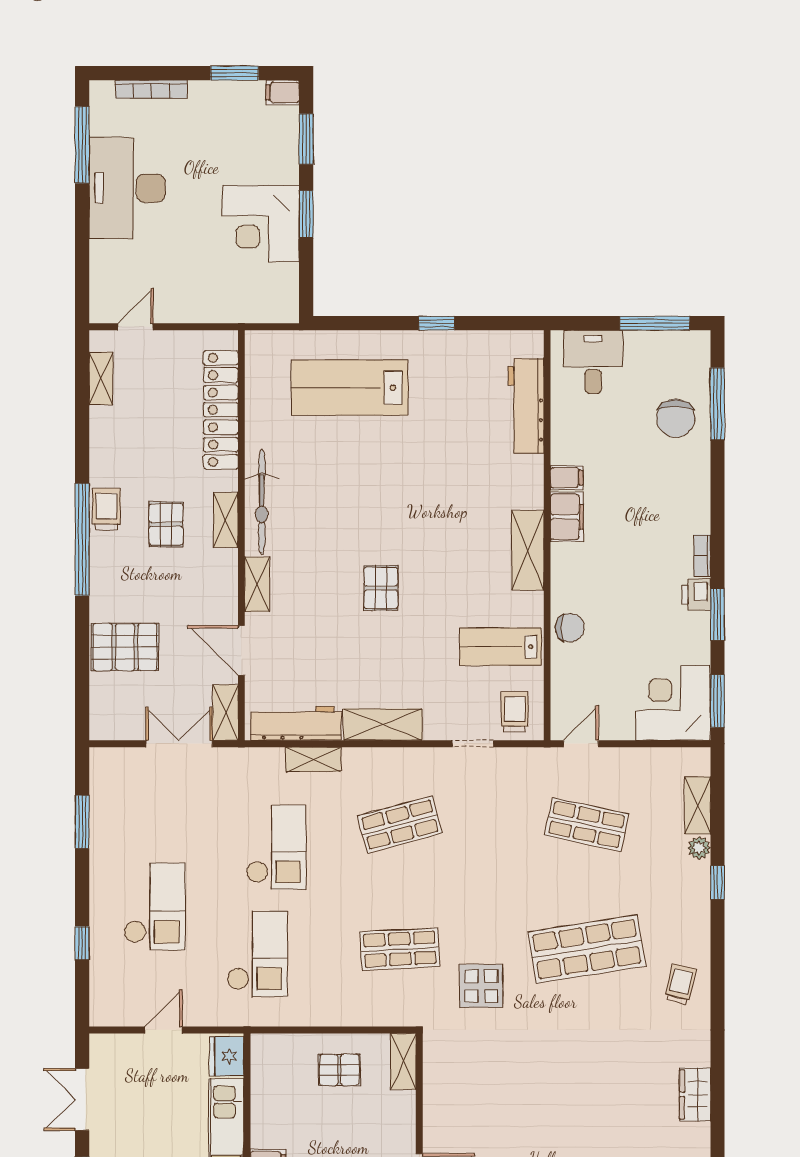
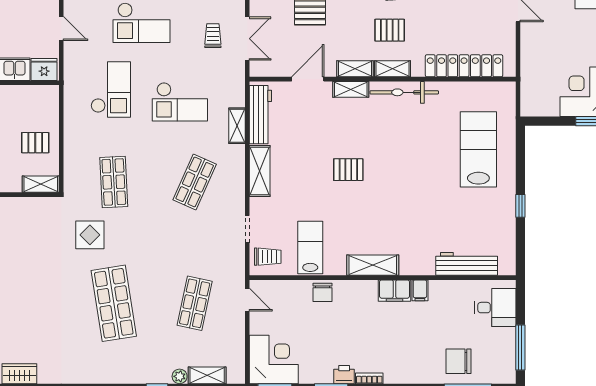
shelving: (226, 712) -> (355, 69), moved
shop shelf: (400, 825) -> (195, 182), turned 39
checkout: (257, 954) -> (111, 89), turned -90
trolley: (680, 984) -> (213, 36), moved, turned -103
pallet: (339, 1070) -> (35, 143), turned 90

